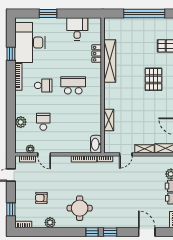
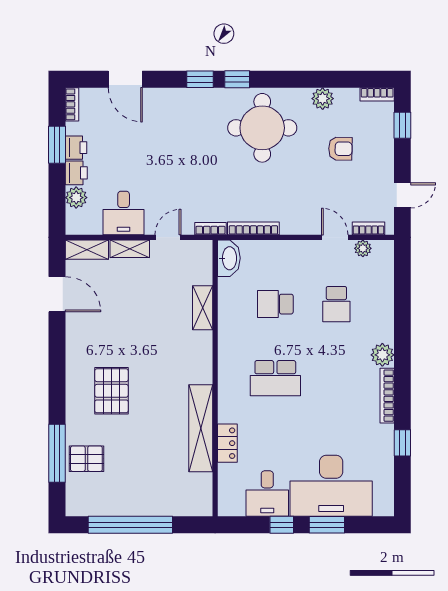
window: (70, 14) -> (282, 525), added
desk: (30, 43) -> (331, 486), moved, turned 90
school desk: (43, 85) -> (275, 304), moved
plant: (21, 122) -> (382, 355), moved
desk: (148, 166) -> (124, 213), added
round table: (80, 208) -> (262, 128), width x1.36, depth x1.36

